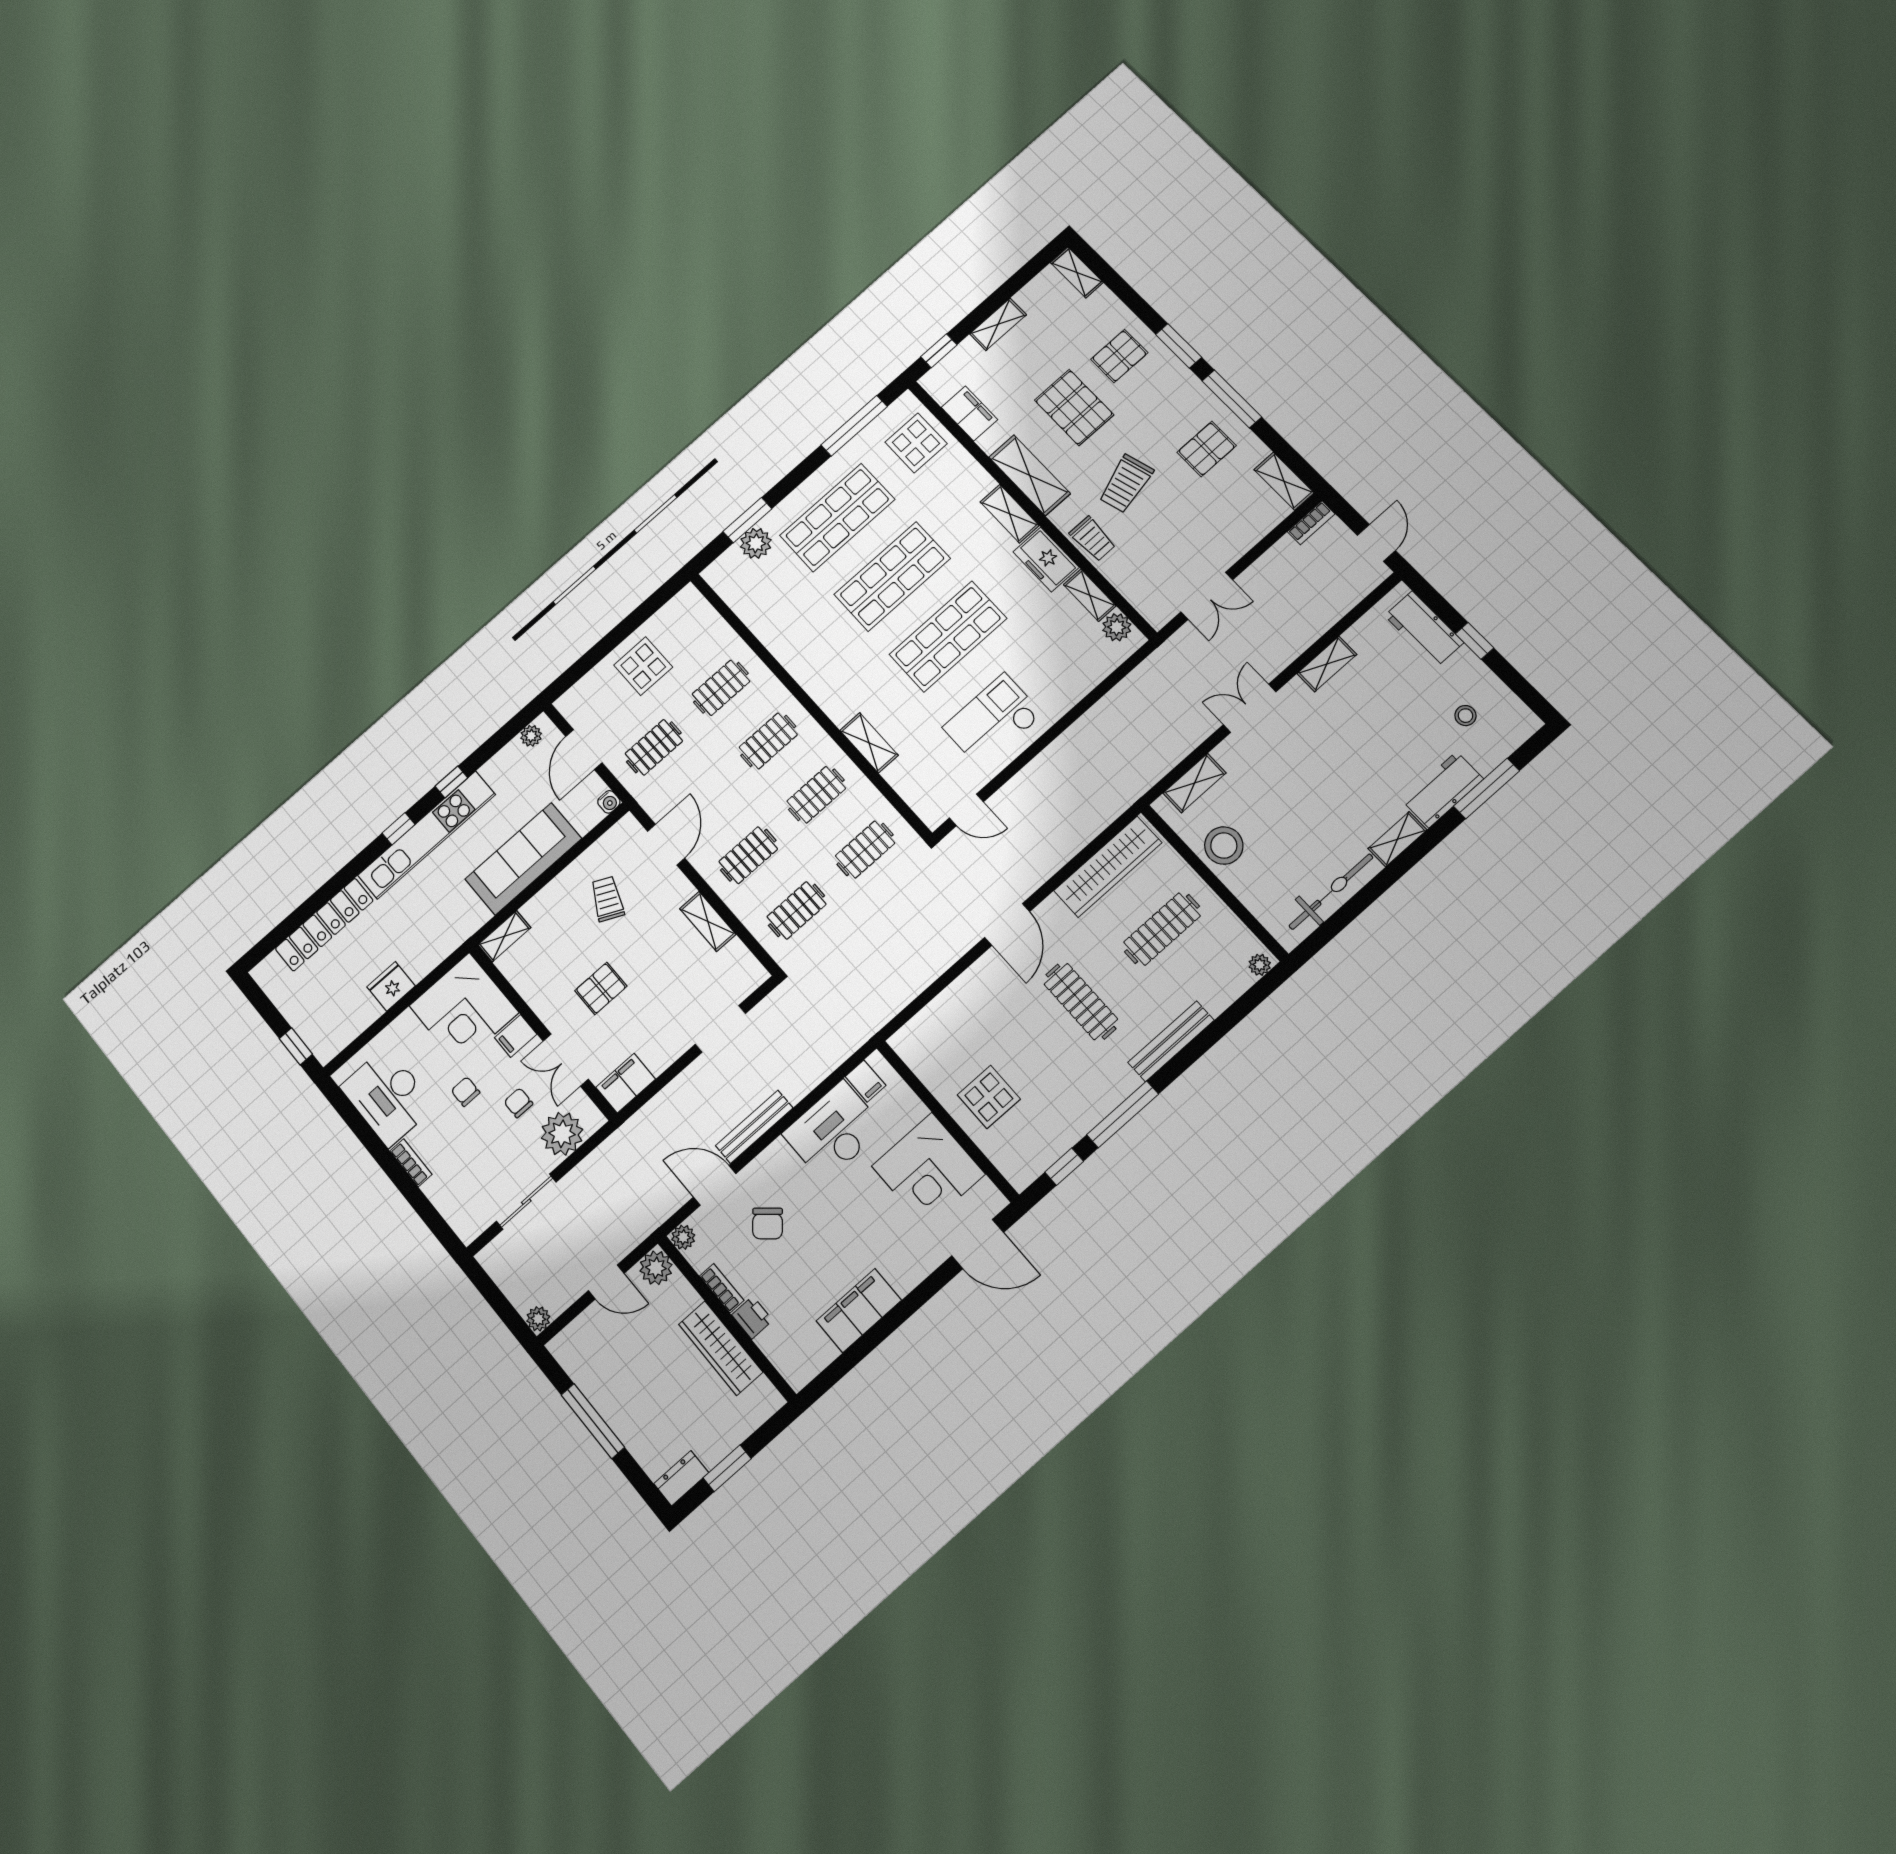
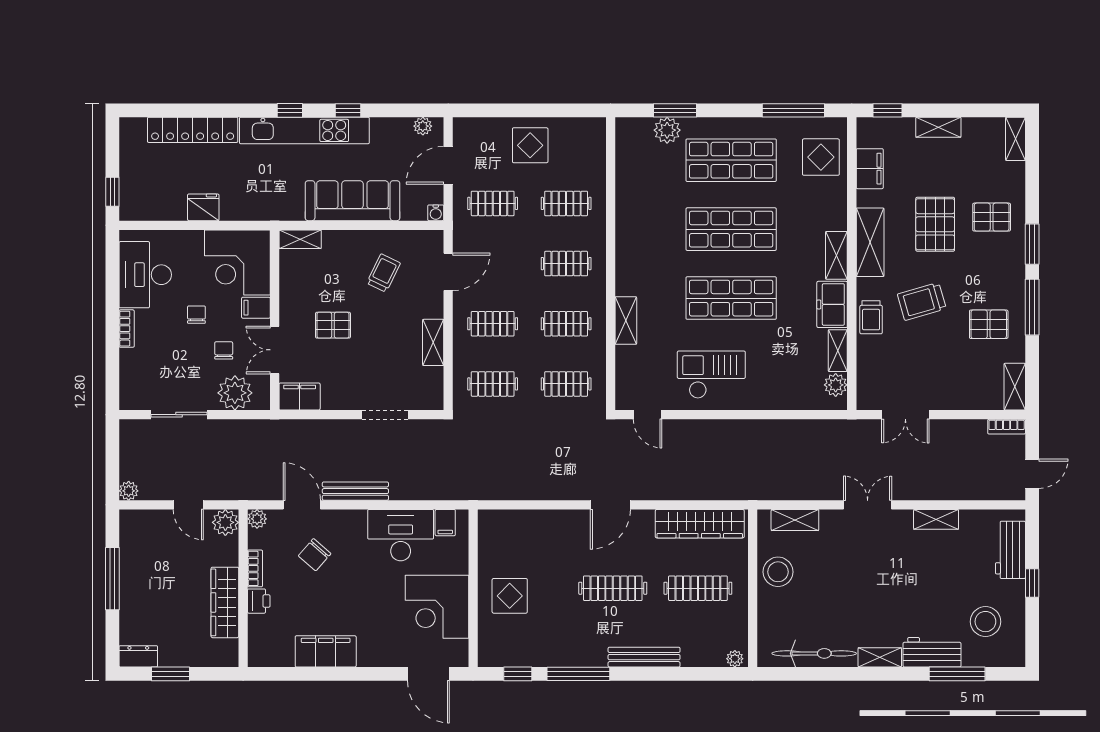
stool: (1465, 716) -> (985, 622), width x1.89, depth x1.89
clothes rail: (1081, 1002) -> (613, 588), turned 90

